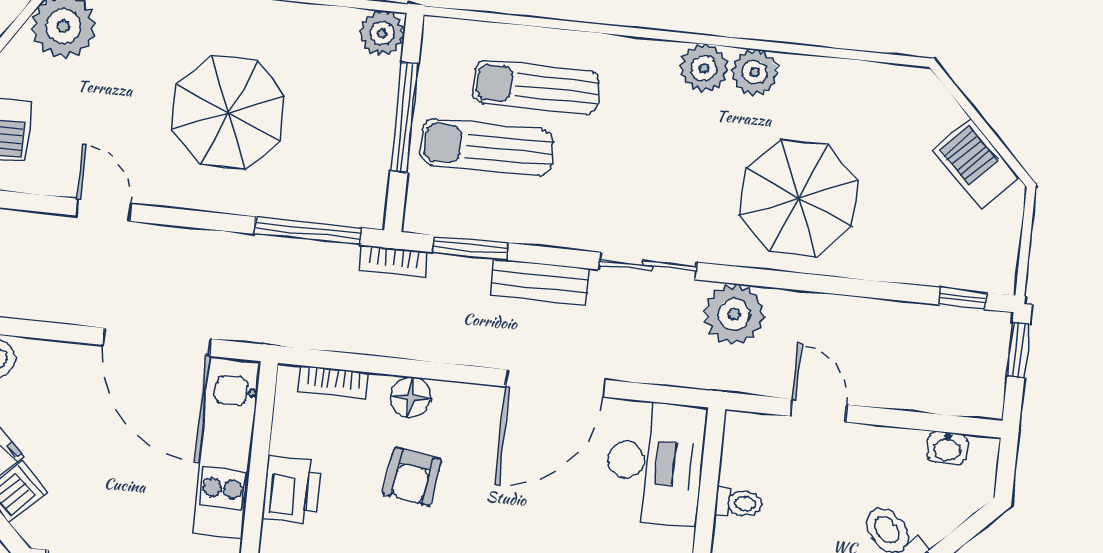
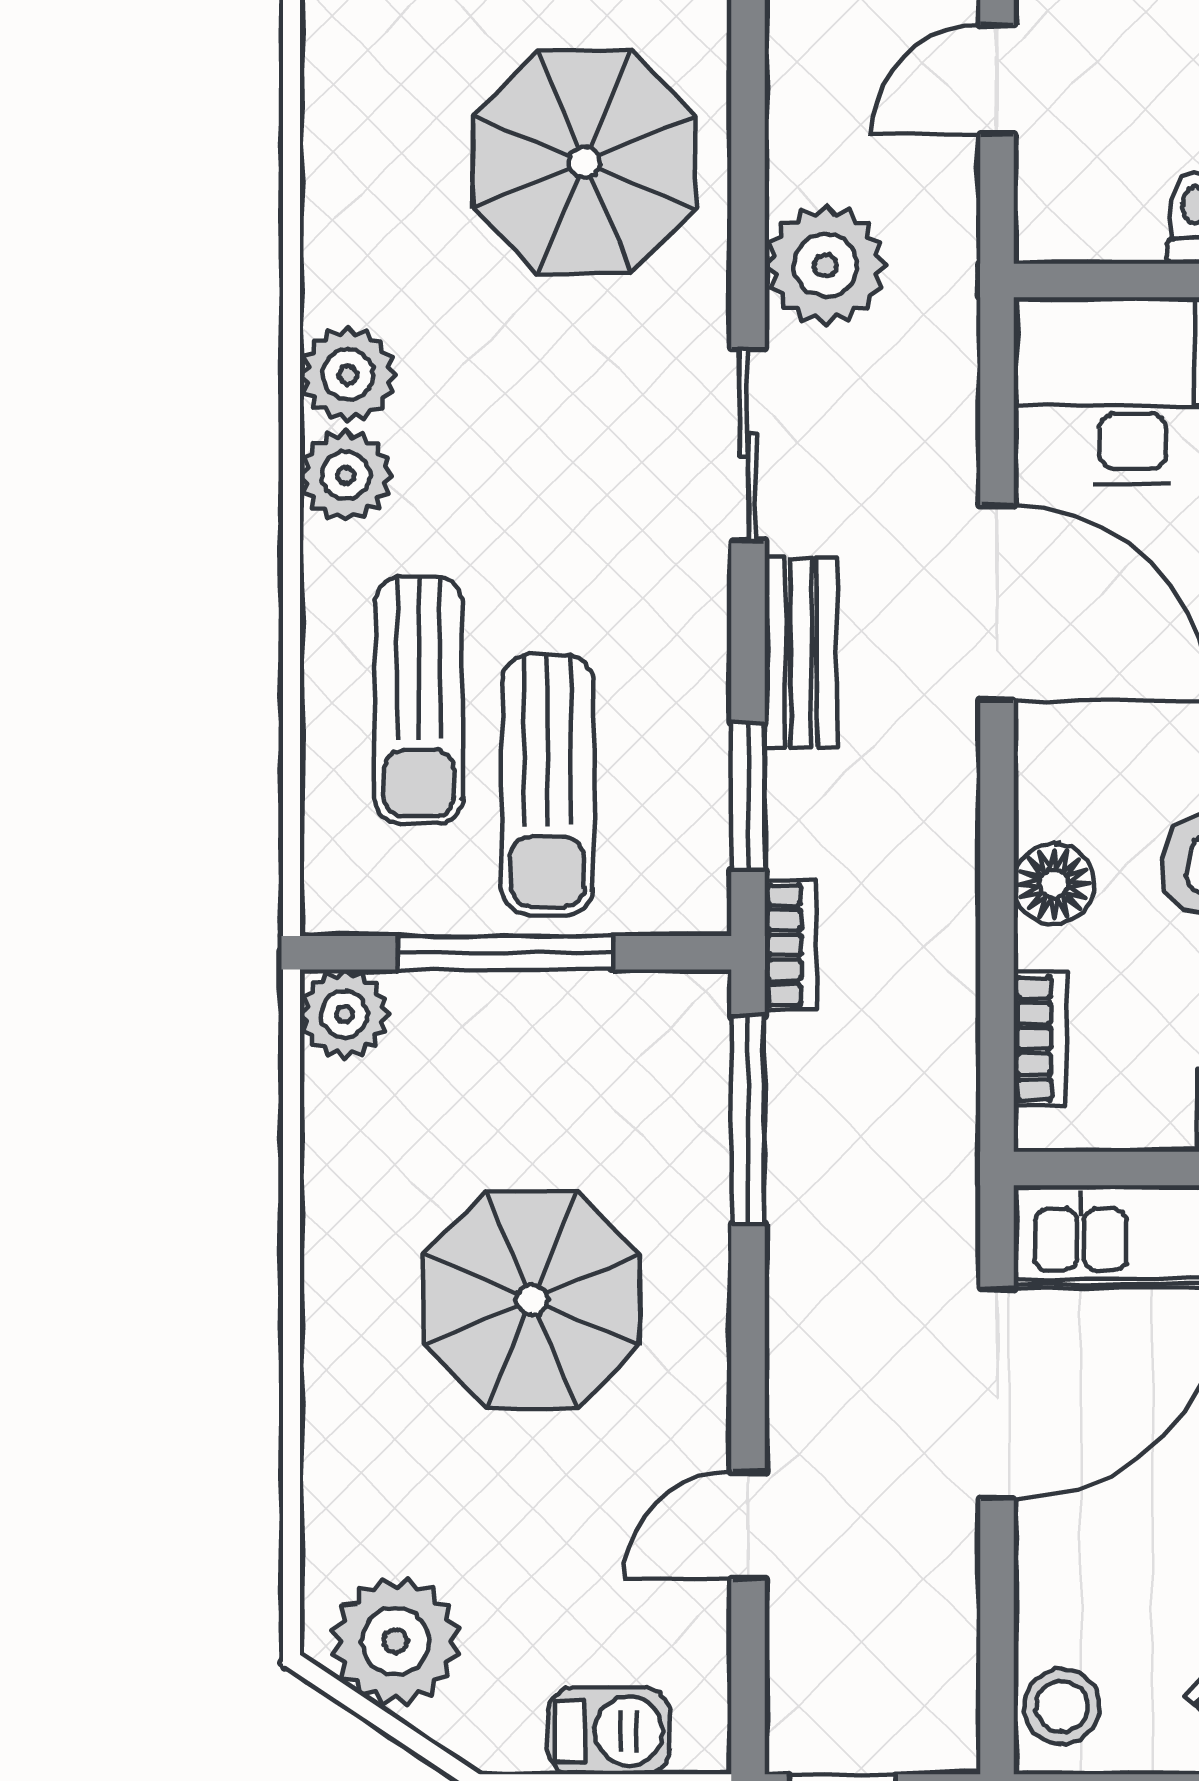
plant: (755, 72) -> (346, 475), moved

